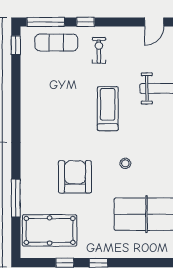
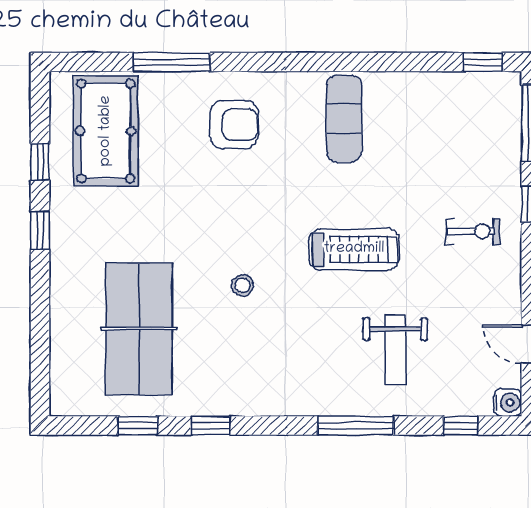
exercise mat: (56, 43) -> (344, 119), moved
armchair: (75, 177) -> (234, 124), moved, width x0.73, depth x0.73

